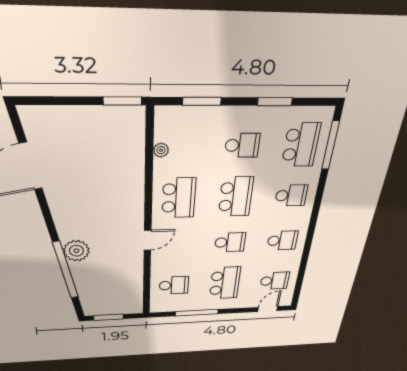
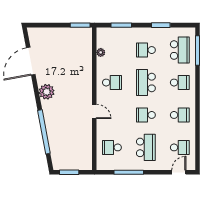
school desk: (242, 145) -> (146, 50), turned 180
school desk: (236, 197) -> (146, 83), turned 180
school desk: (179, 198) -> (112, 83), width x0.54
door: (148, 240) -> (94, 111), hinge flipped
school desk: (230, 242) -> (146, 115), turned 180
plant: (76, 251) -> (47, 92), moved
school desk: (174, 285) -> (112, 147), turned 180

